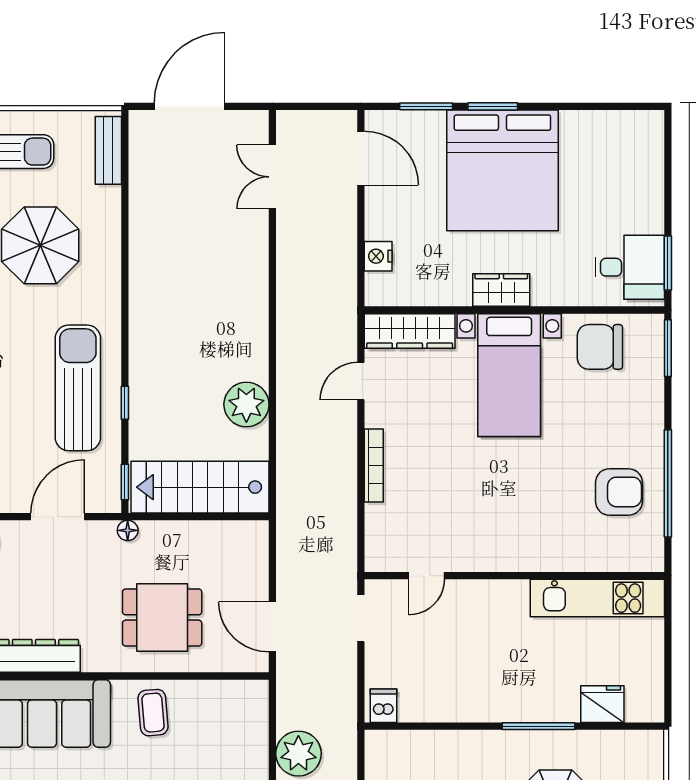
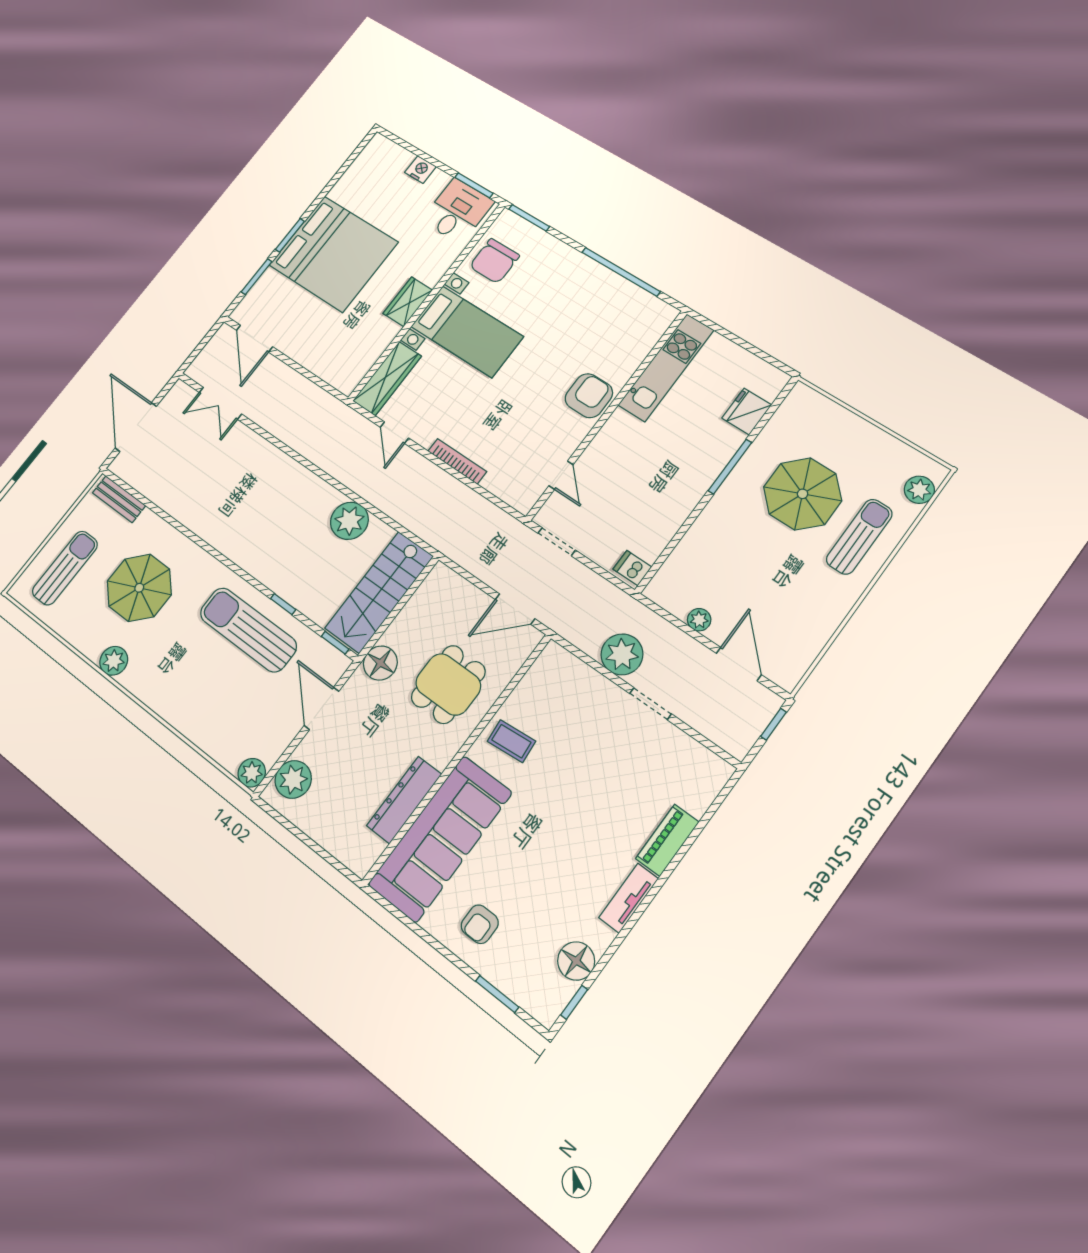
door: (361, 158) -> (254, 339), swing flipped
nightstand: (378, 256) -> (420, 169), moved, turned 180
armchair: (619, 492) -> (589, 396), moved
floor lamp: (128, 530) -> (380, 663), width x1.89, depth x1.89

